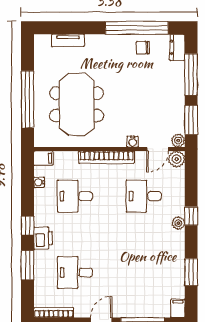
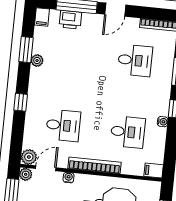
water cooler: (39, 182) -> (163, 122), moved
plant: (178, 223) -> (37, 61), moved
printer: (43, 238) -> (70, 20), moved, turned -90

